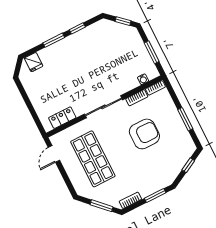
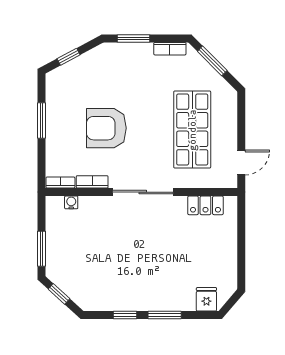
window: (152, 52) -> (41, 249), moved

